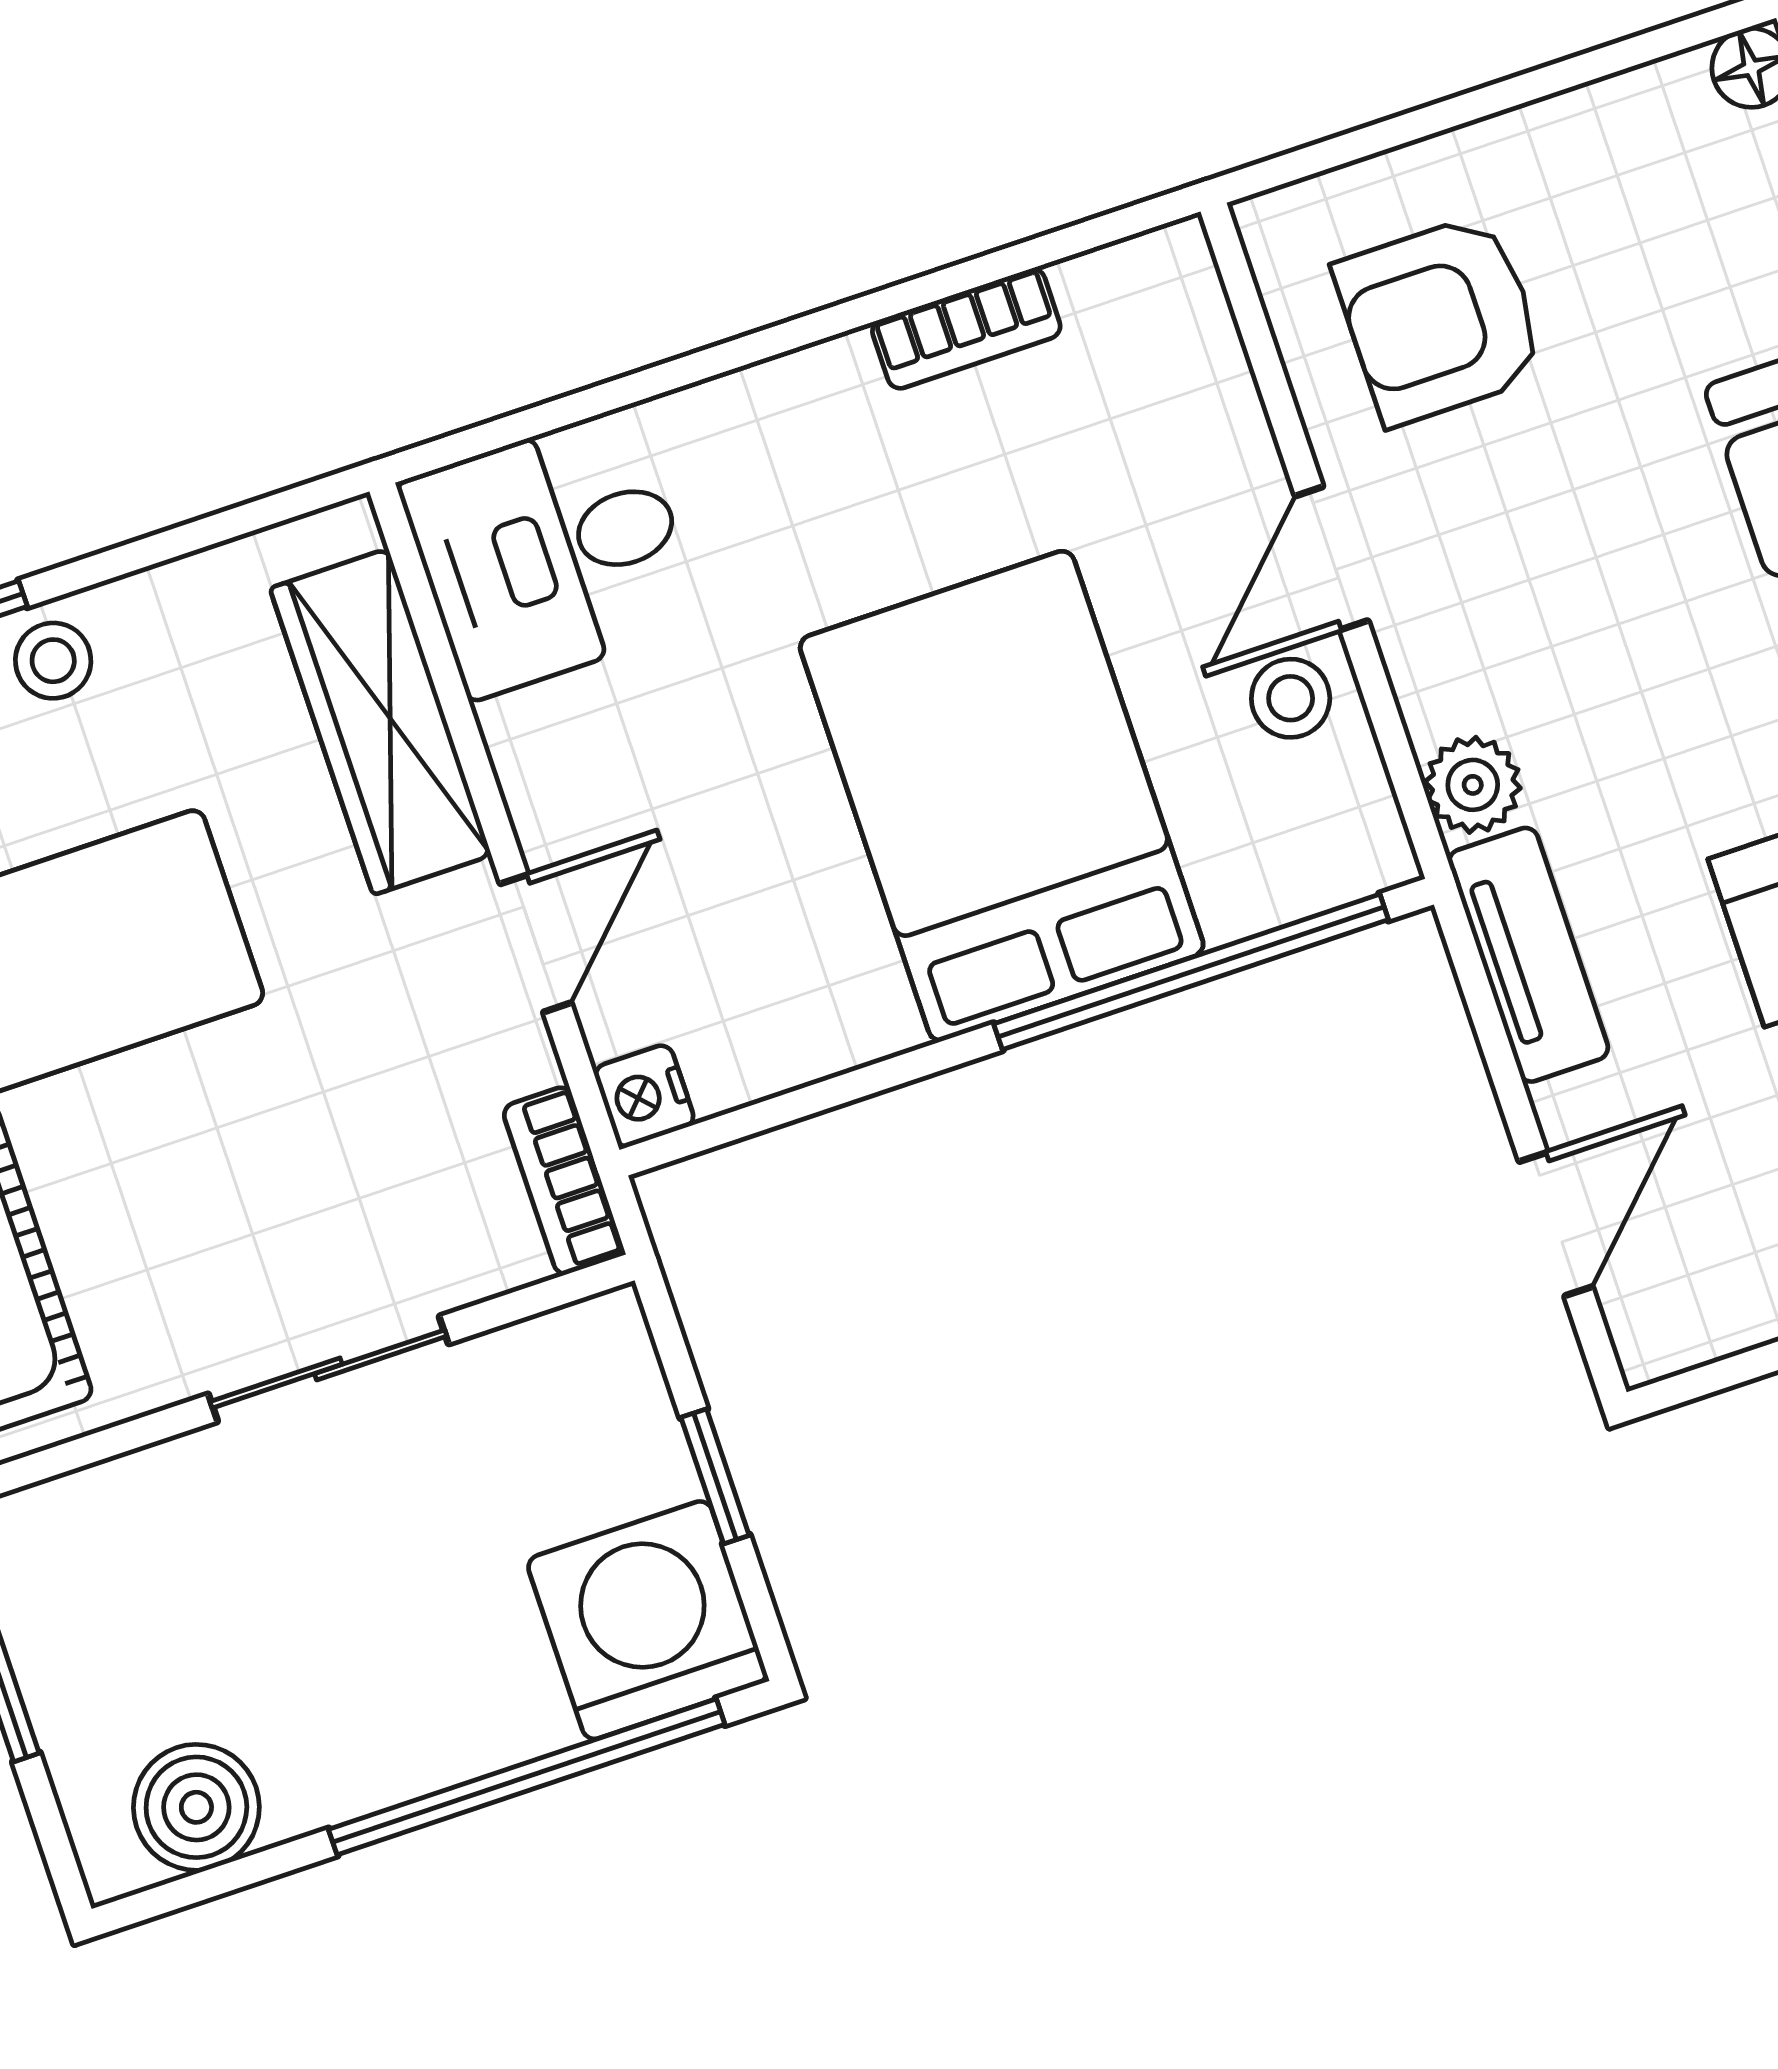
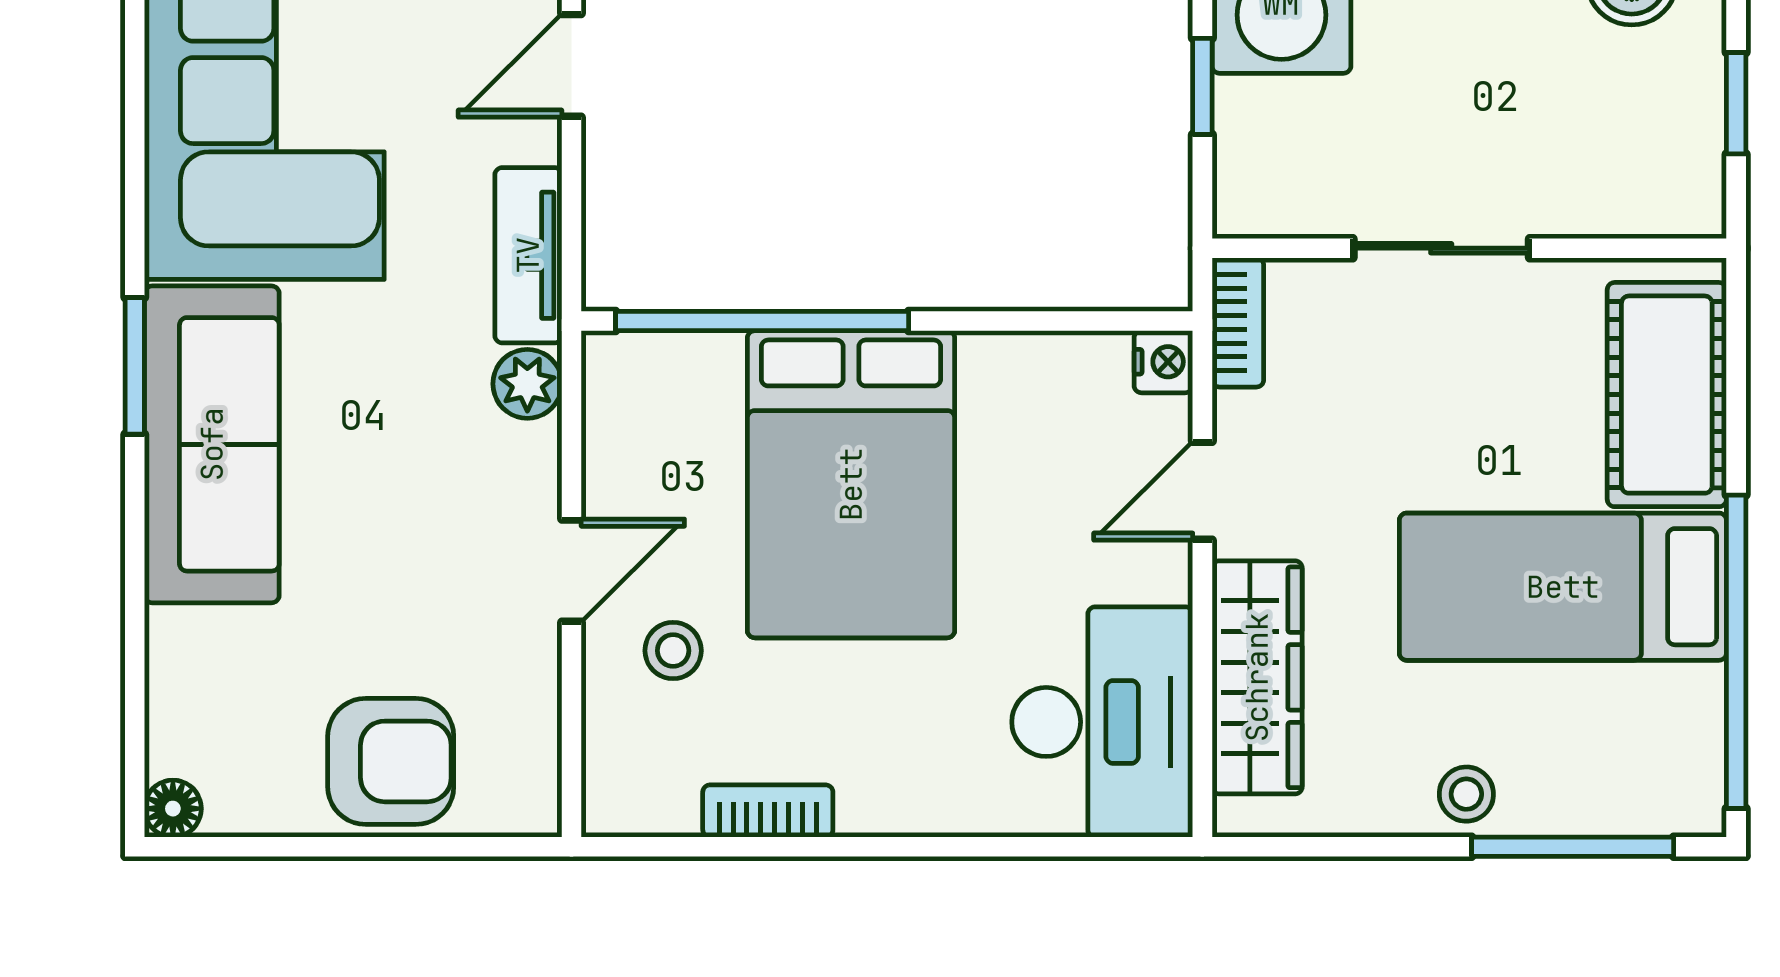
armchair: (1440, 320) -> (391, 761), moved
desk: (551, 553) -> (1102, 722), width x1.37
stool: (1291, 698) -> (673, 651), moved

